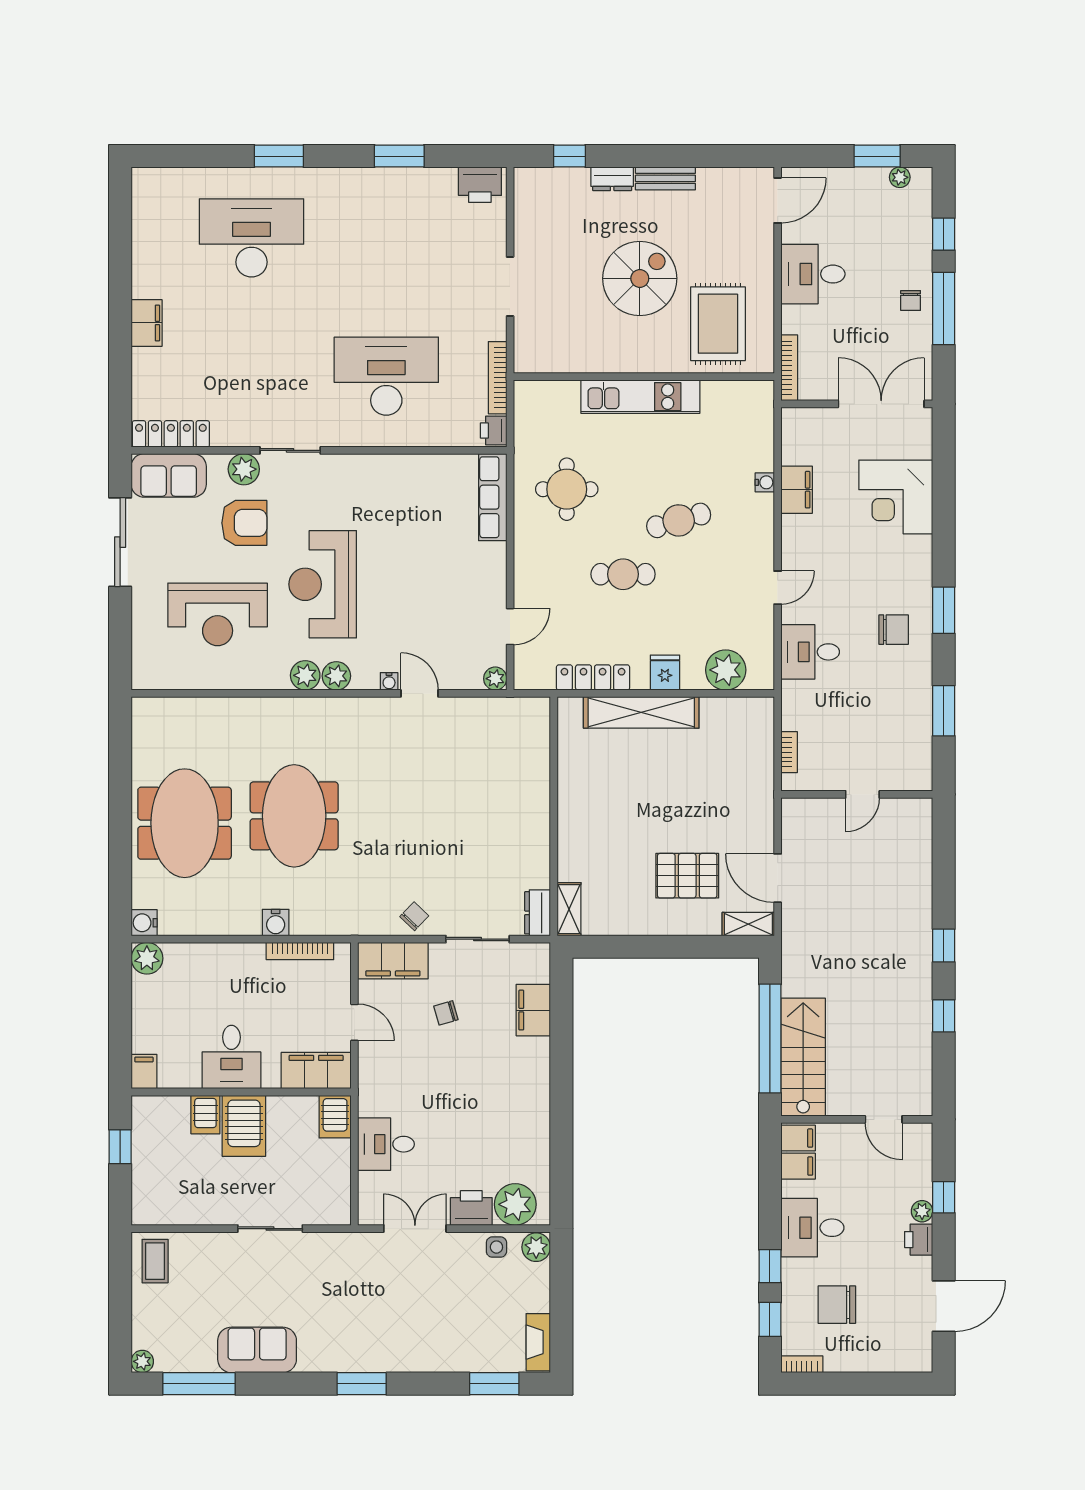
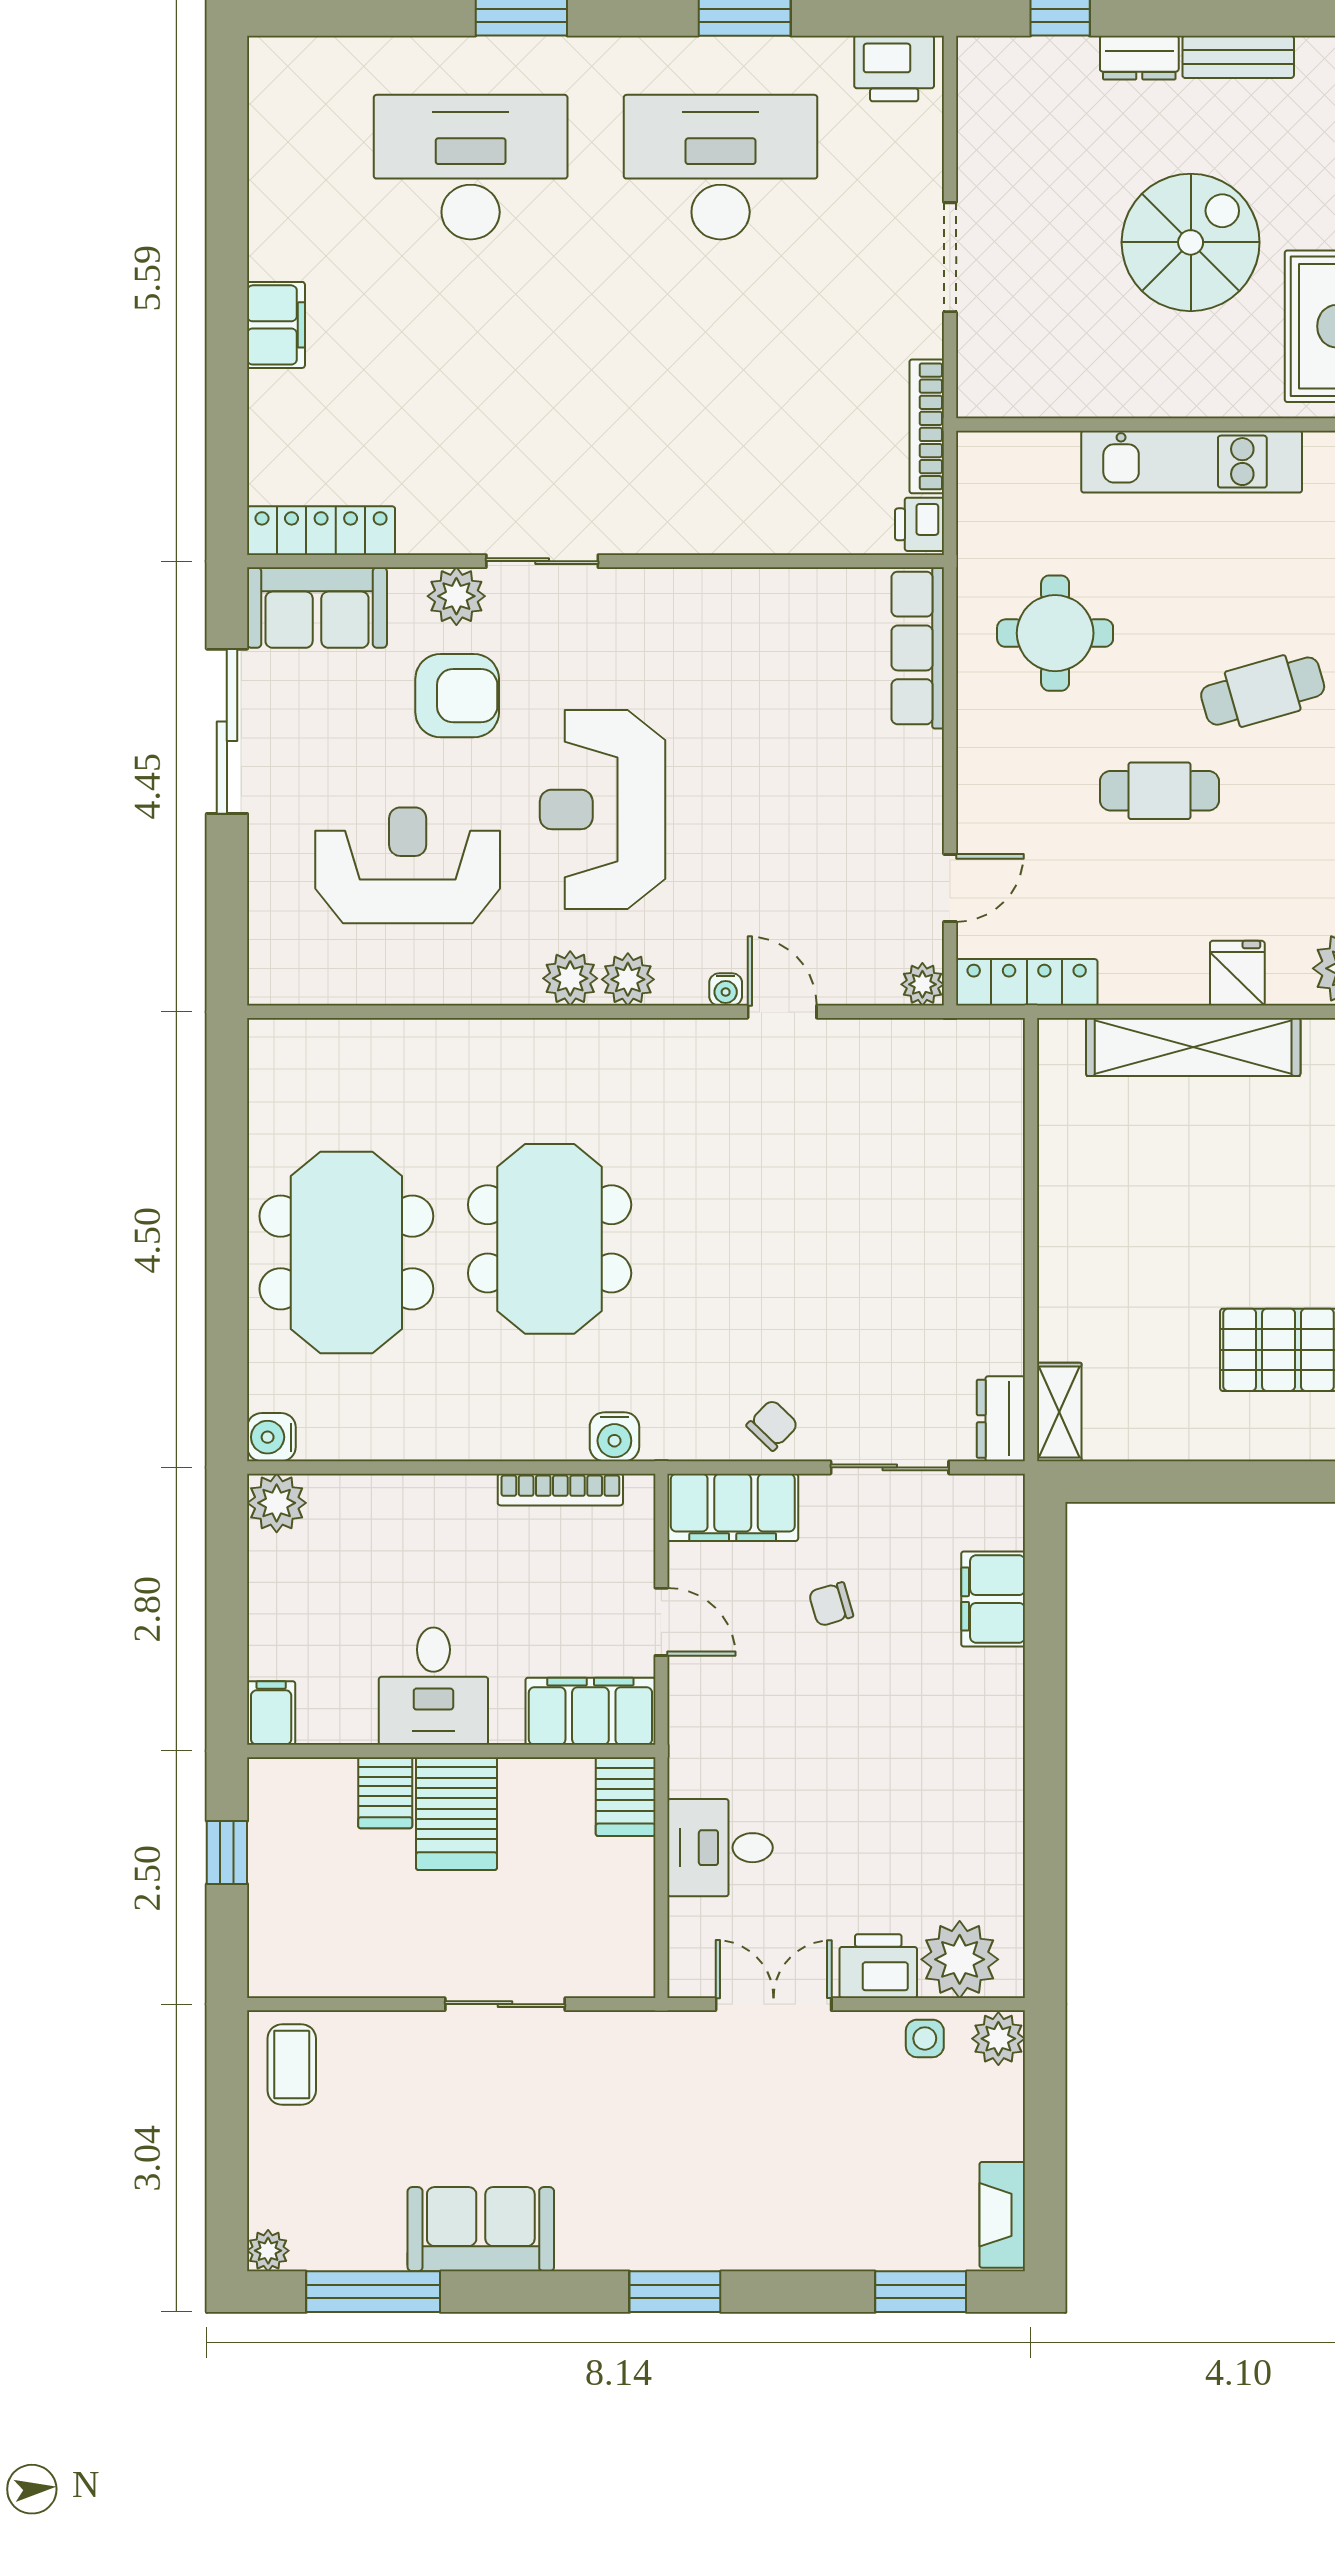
desk: (386, 376) -> (721, 167), moved
reception desk: (218, 614) -> (408, 865), turned 180
locker: (593, 677) -> (1027, 982), moved
water cooler: (276, 923) -> (614, 1437), moved

